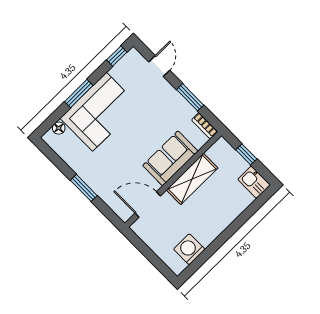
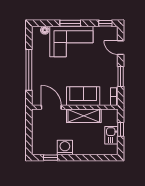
door: (159, 66) -> (121, 48), swing flipped
kitchen sink: (254, 182) -> (111, 135), moved
window: (84, 188) -> (29, 70), width x2.11
washing machine: (189, 249) -> (65, 147), moved
window: (201, 260) -> (50, 158), added

